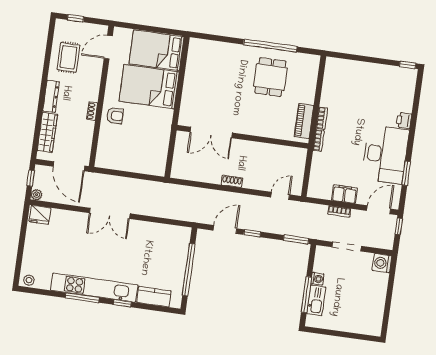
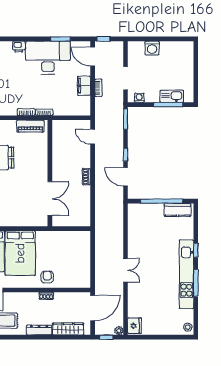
double door: (110, 213) -> (126, 270), width x0.73
washing machine: (382, 263) -> (152, 48), moved
washing machine: (317, 279) -> (139, 98), moved
kitchen counter: (154, 297) -> (177, 210), moved, turned -90

